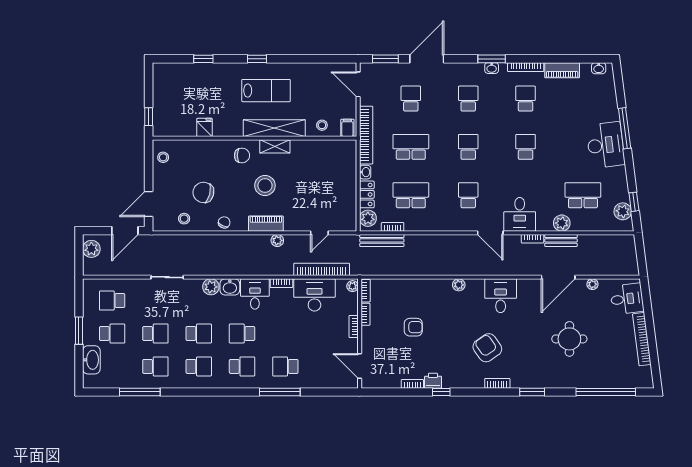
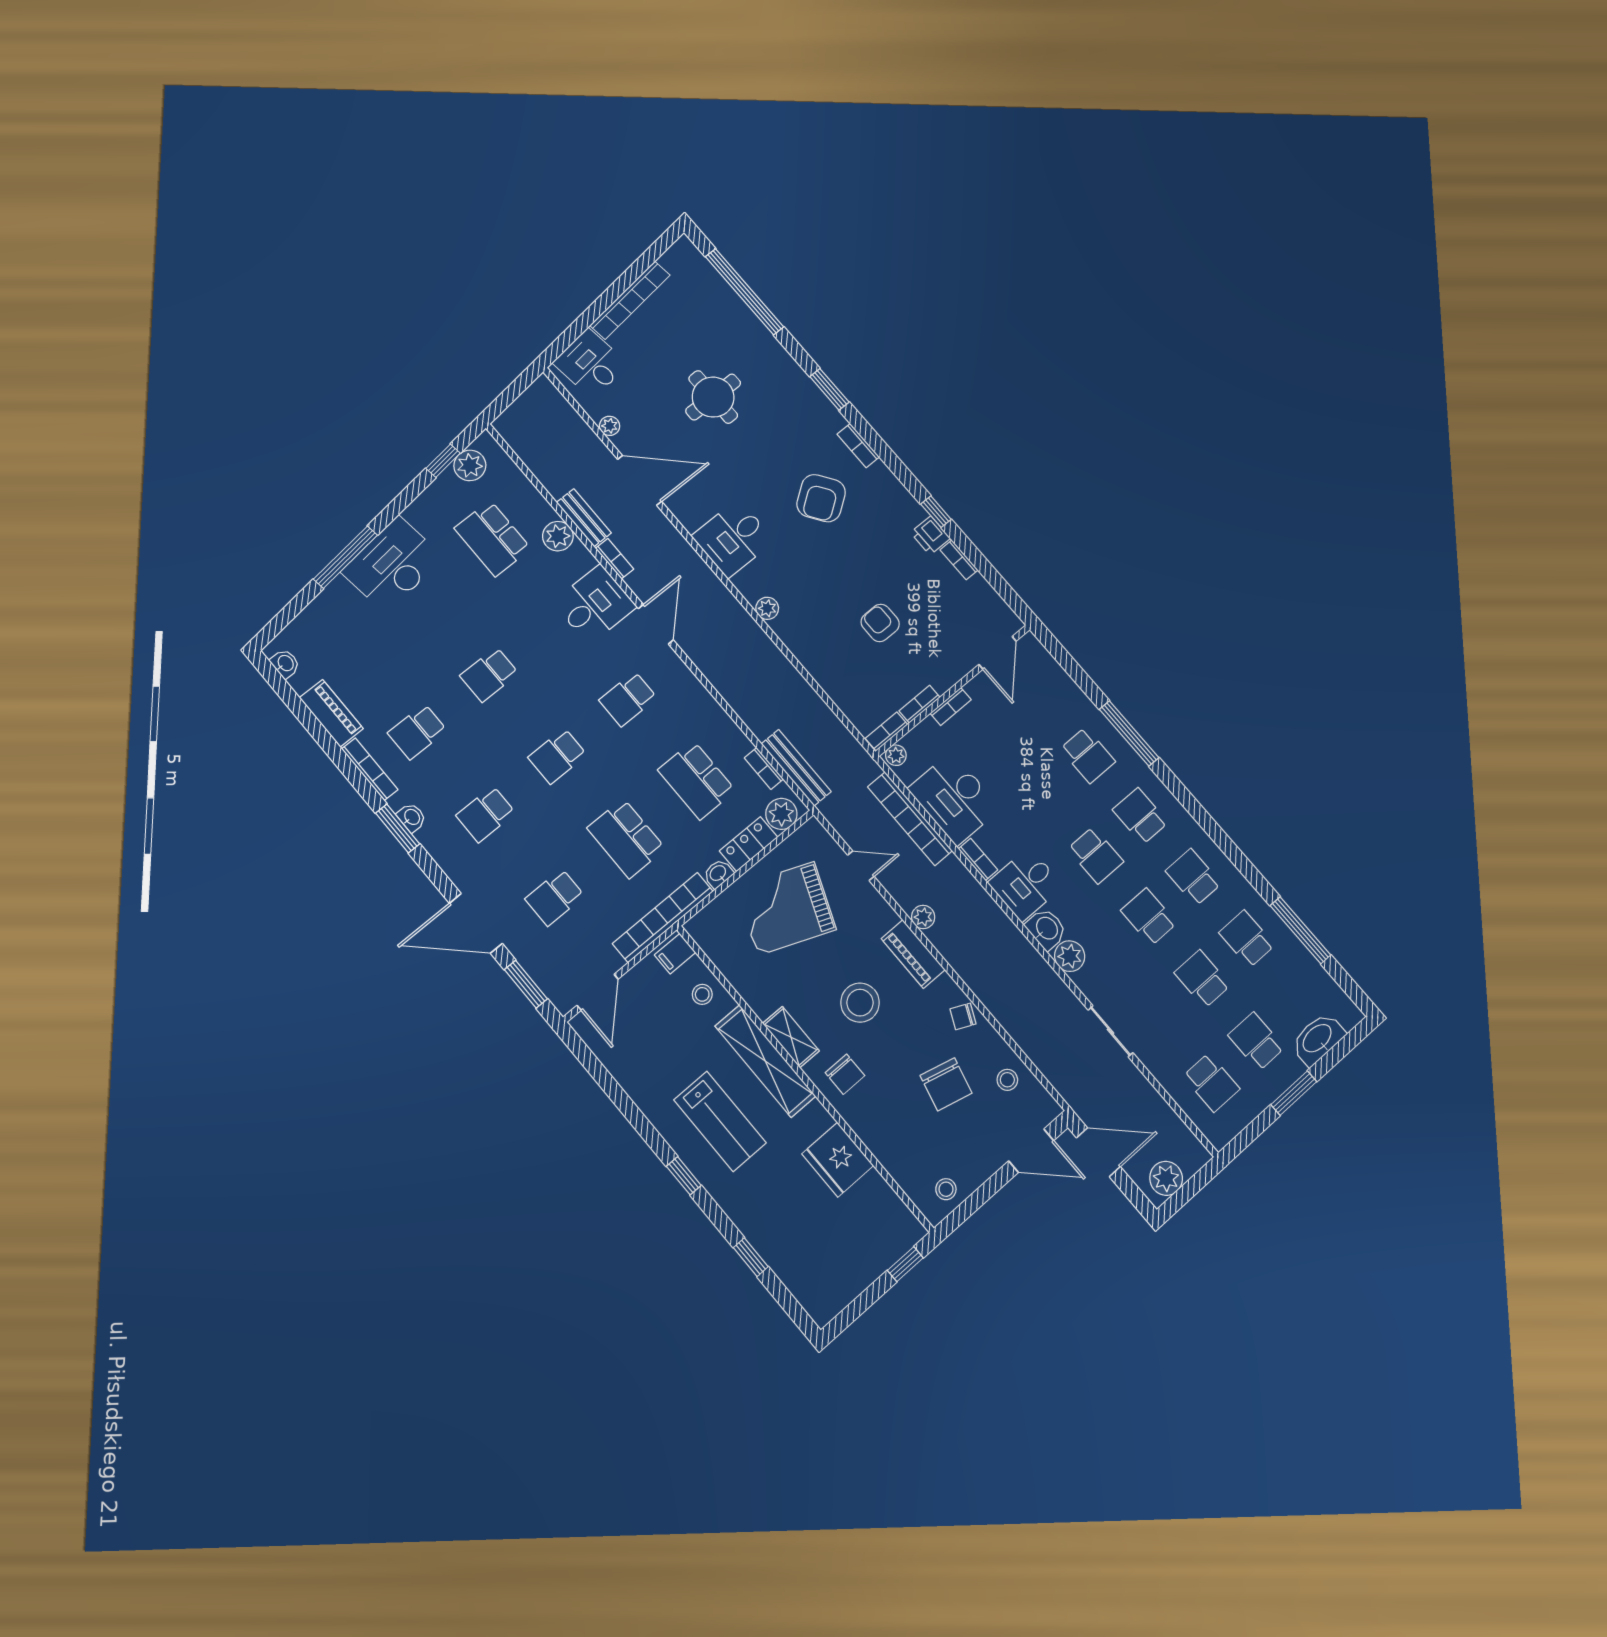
lab bench: (266, 91) -> (720, 1121), turned 180
fridge: (205, 127) -> (838, 1160), width x1.88, depth x1.34
chair: (242, 155) -> (845, 1074), turned 180
grand piano: (328, 188) -> (786, 908), added

